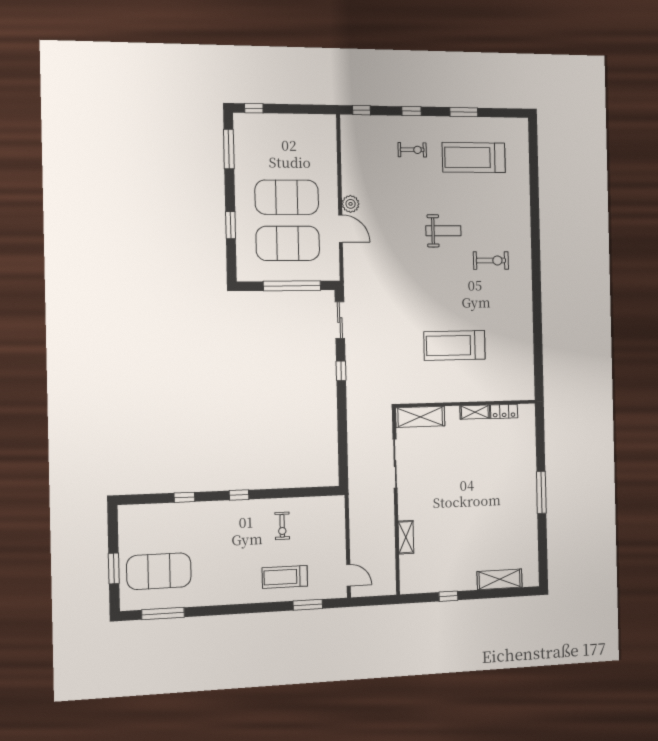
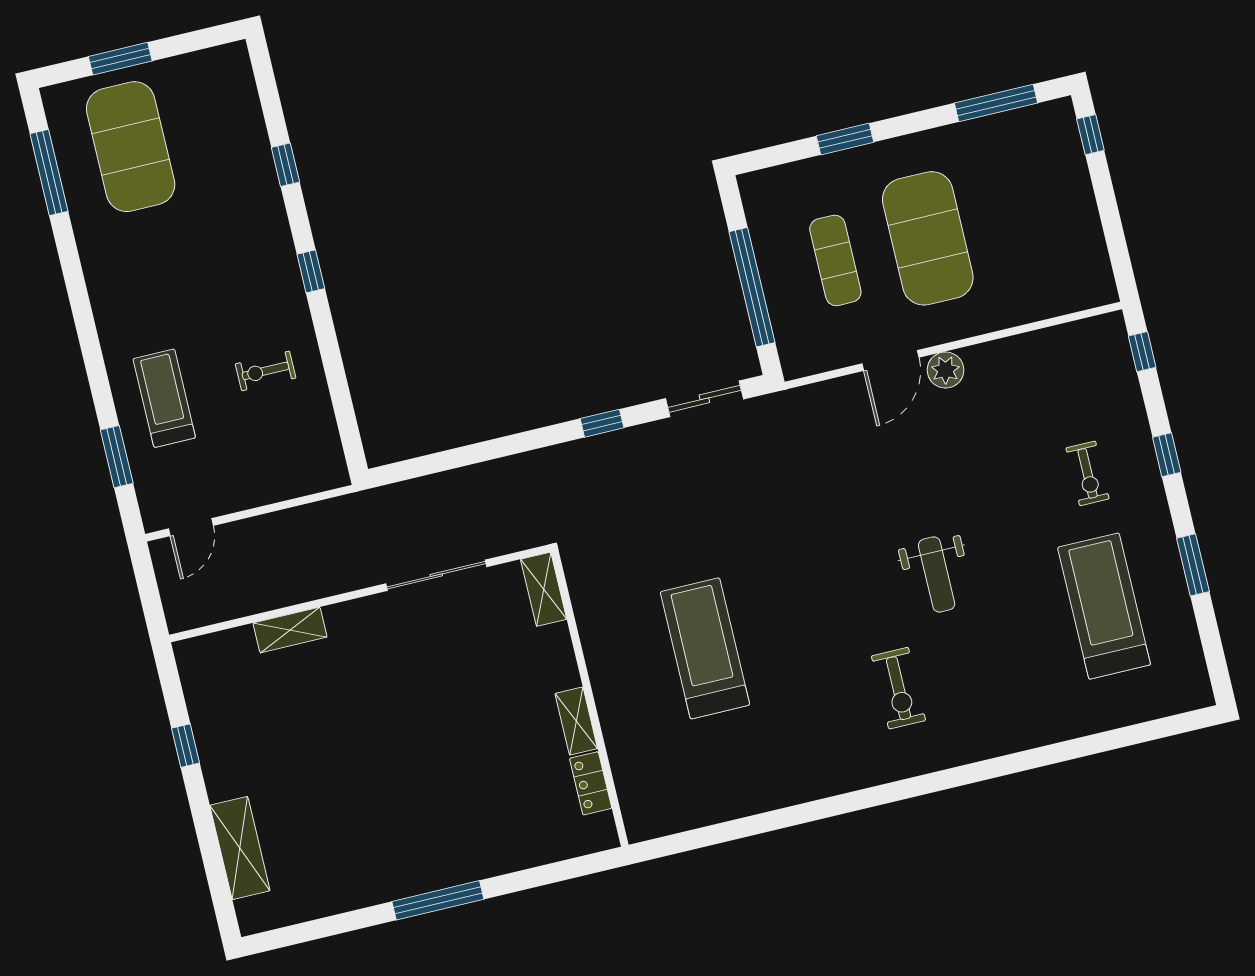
exercise mat: (288, 243) -> (835, 260), width x0.50, depth x0.69
shelving: (420, 417) -> (544, 589), width x0.67, depth x0.75

